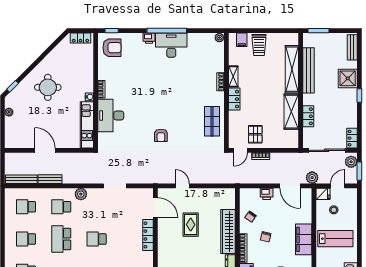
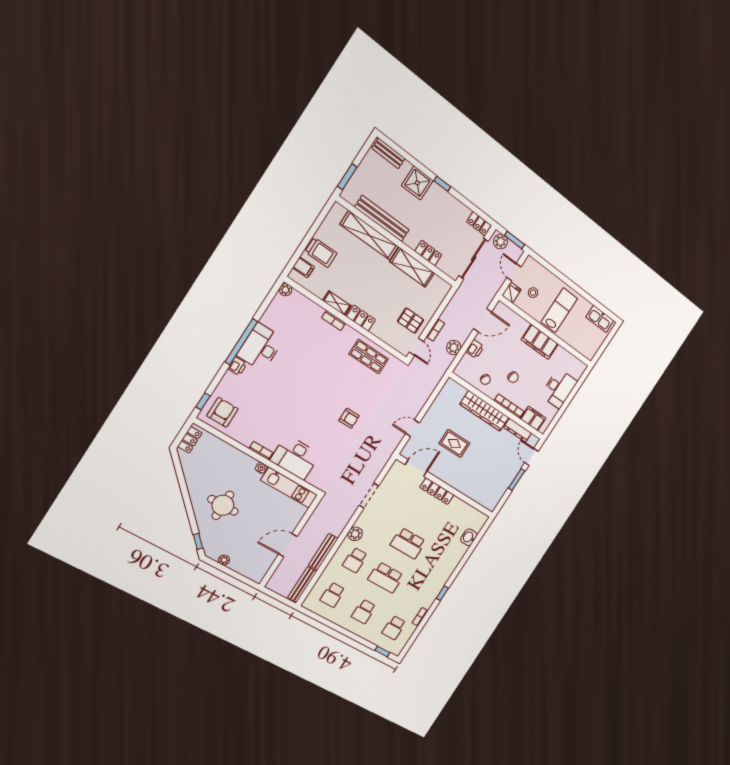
plant: (312, 178) -> (454, 348), moved
bench: (50, 179) -> (323, 552), width x1.36
school desk: (97, 239) -> (408, 543), width x1.85

